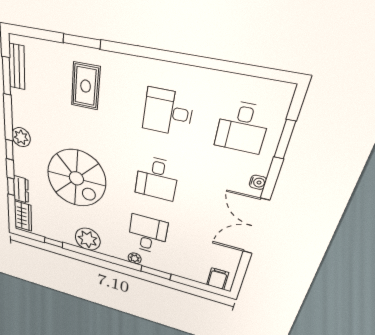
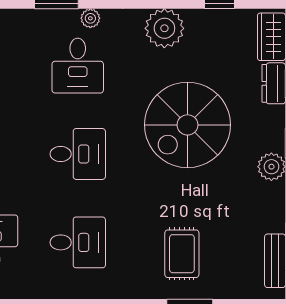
spiral stairs: (76, 178) -> (187, 125), turned -90
desk: (157, 179) -> (78, 154), turned 90

